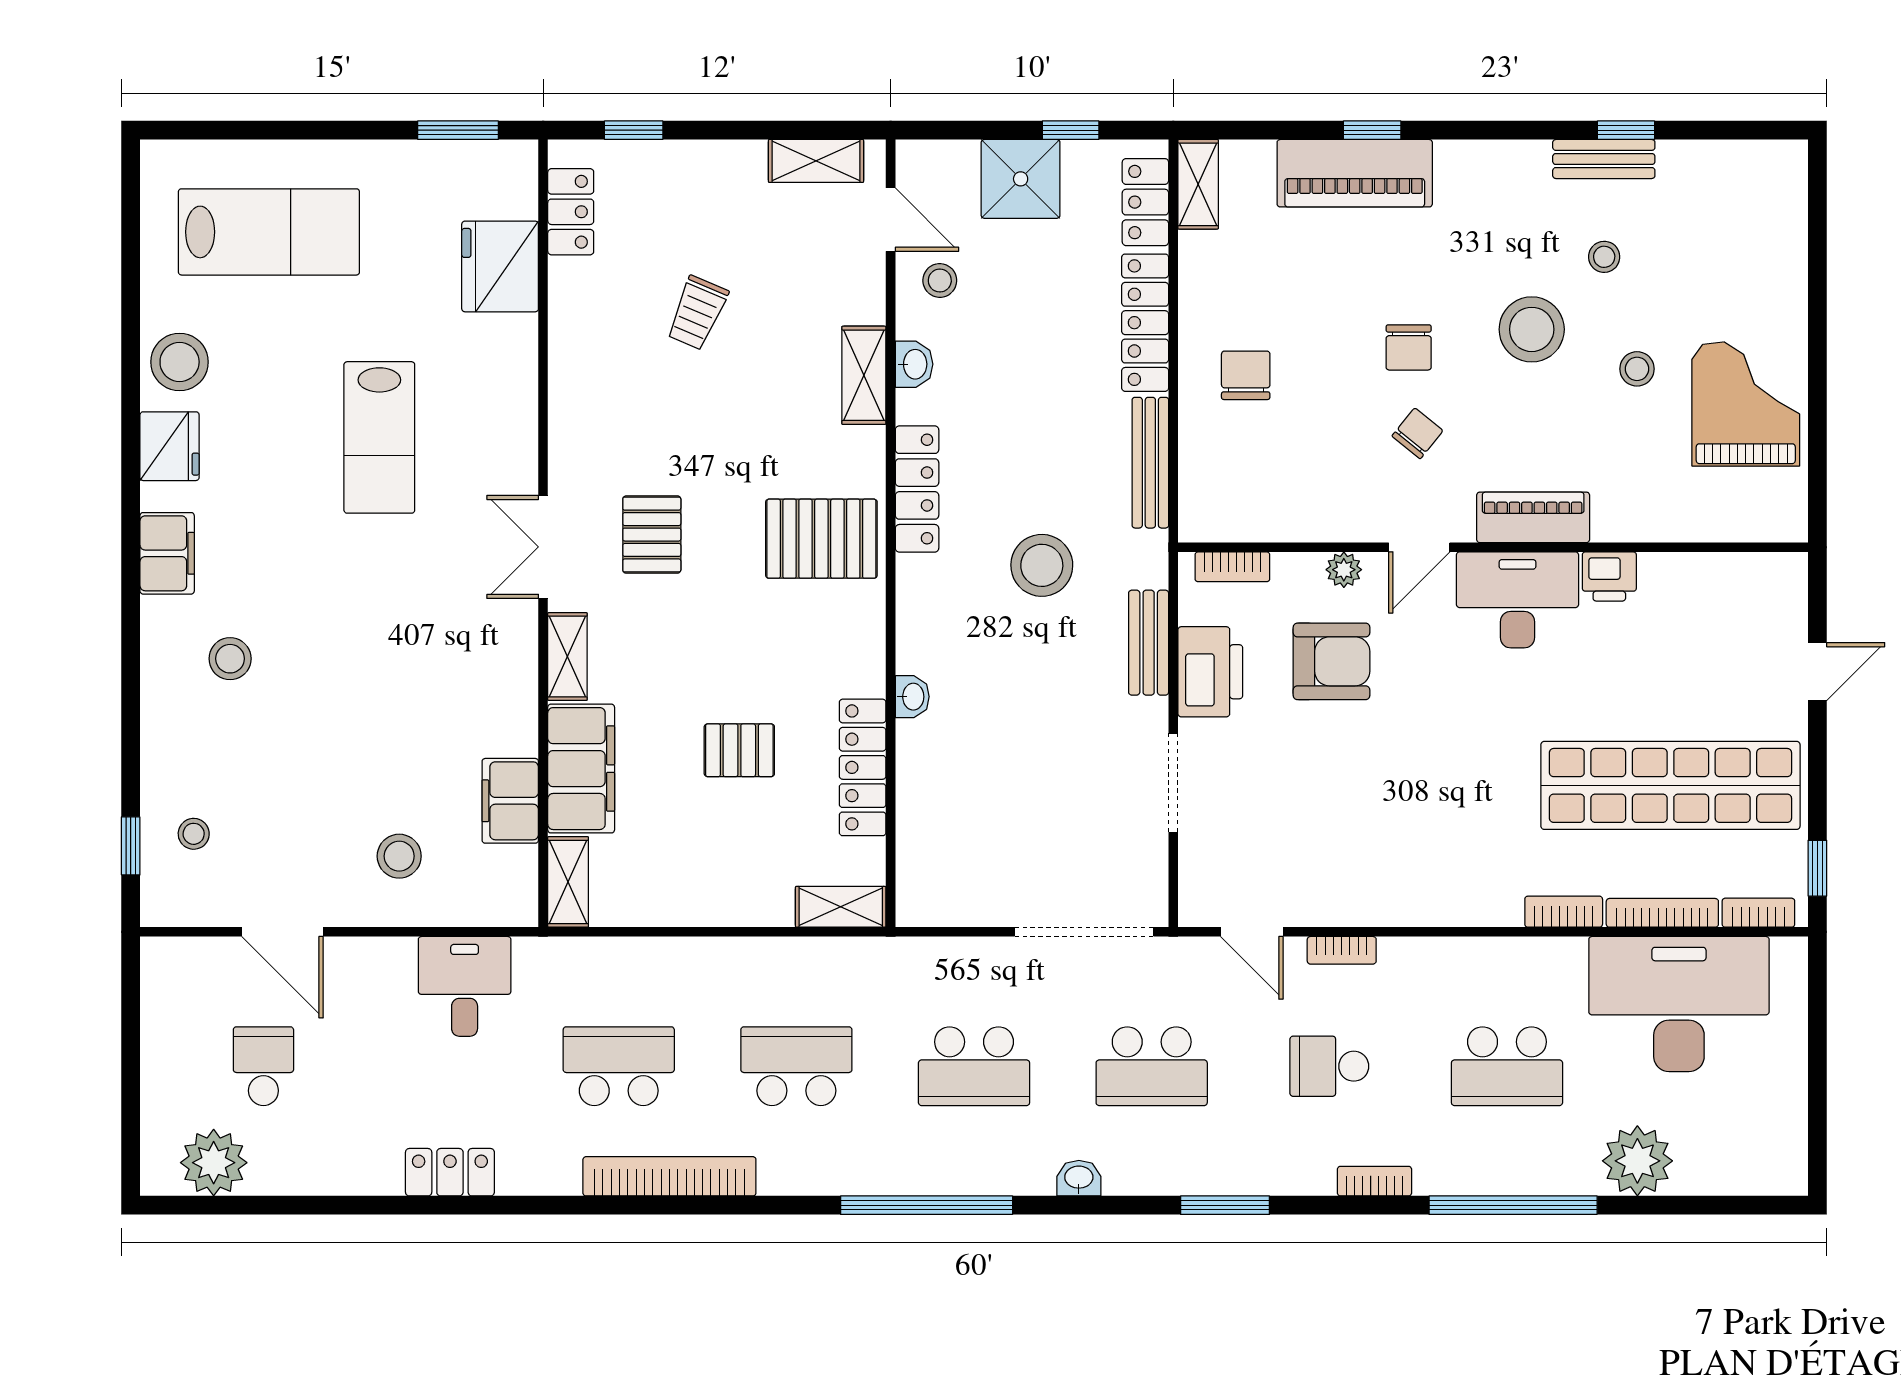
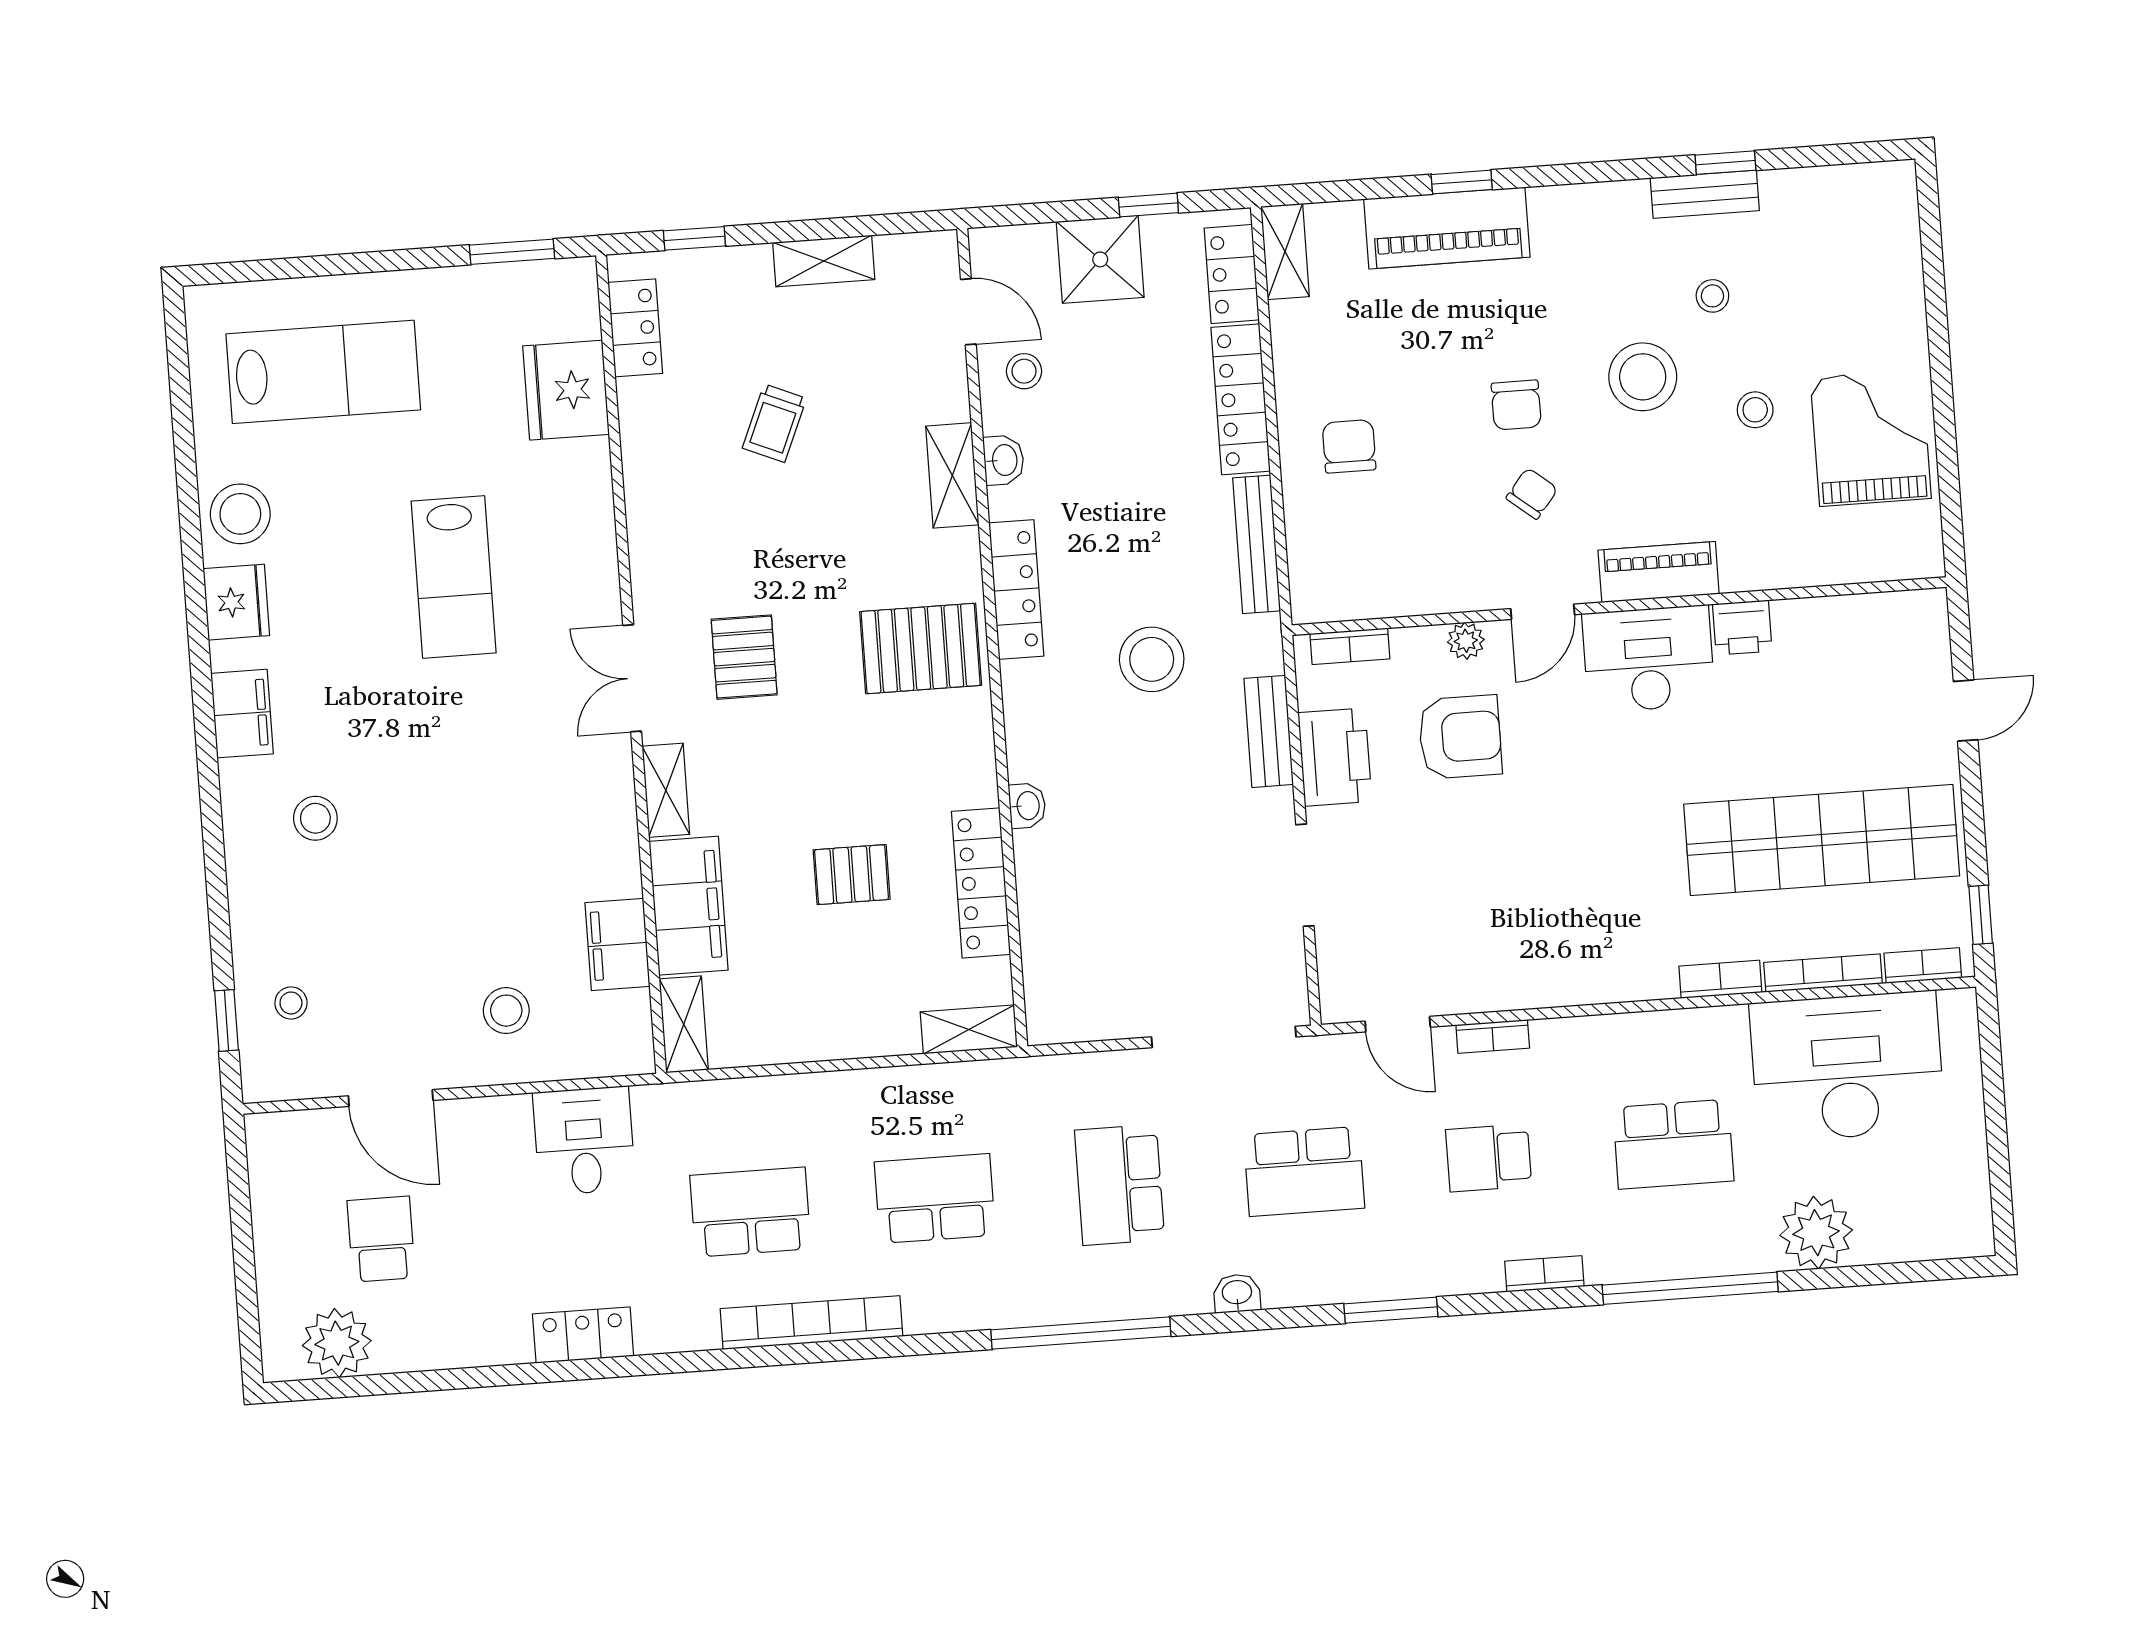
shelving: (816, 161) -> (824, 261), moved
school desk: (974, 1066) -> (1120, 1185), turned 90

